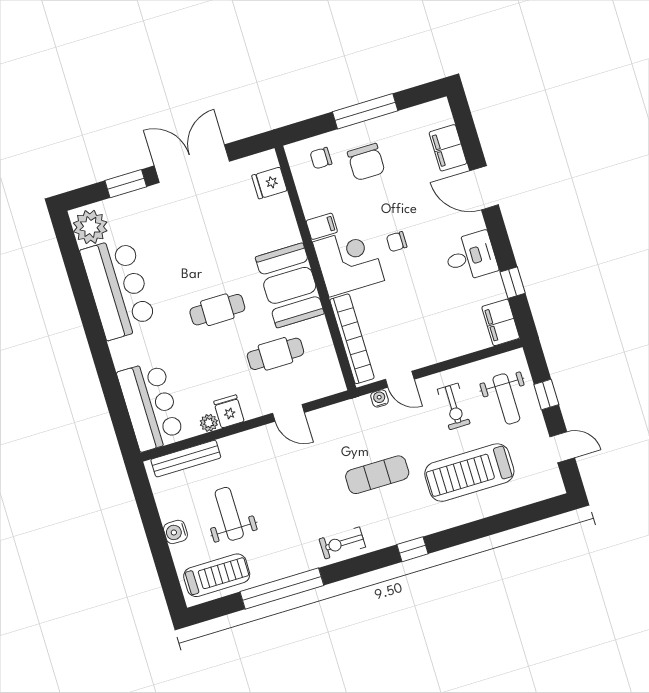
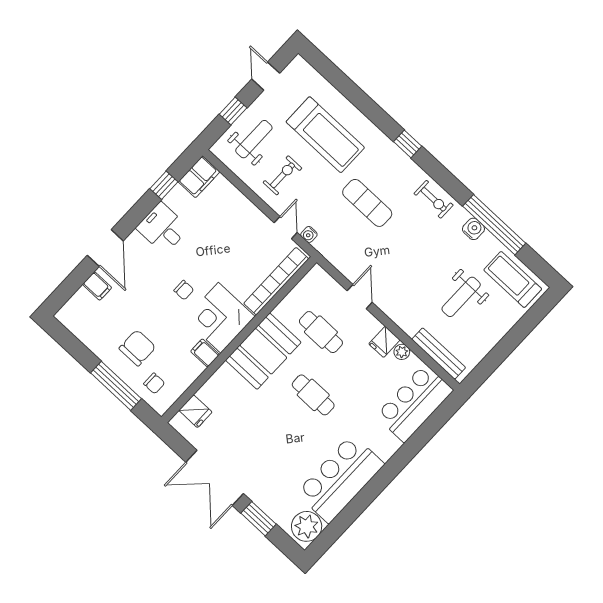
window: (365, 111) -> (116, 386), moved
filing cabinet: (448, 148) -> (97, 286), width x0.50
water cooler: (175, 532) -> (473, 229), moved, turned -90

